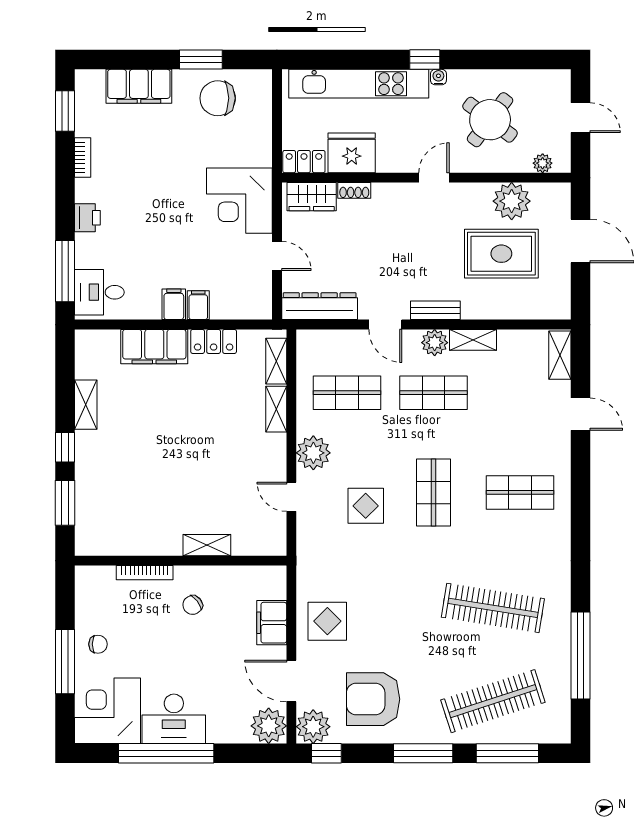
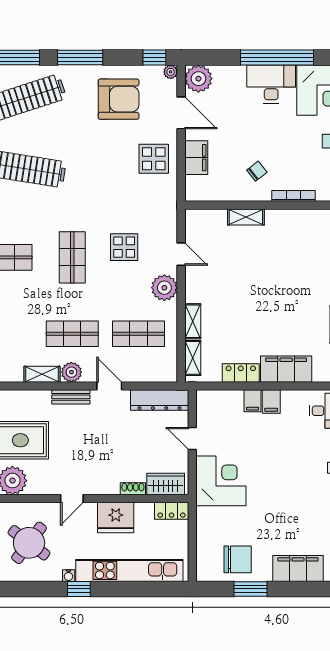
fridge: (352, 153) -> (116, 517), moved
plant: (313, 727) -> (171, 72), width x0.53, depth x0.53

